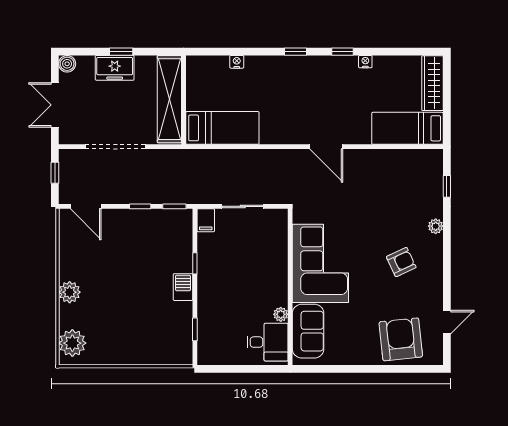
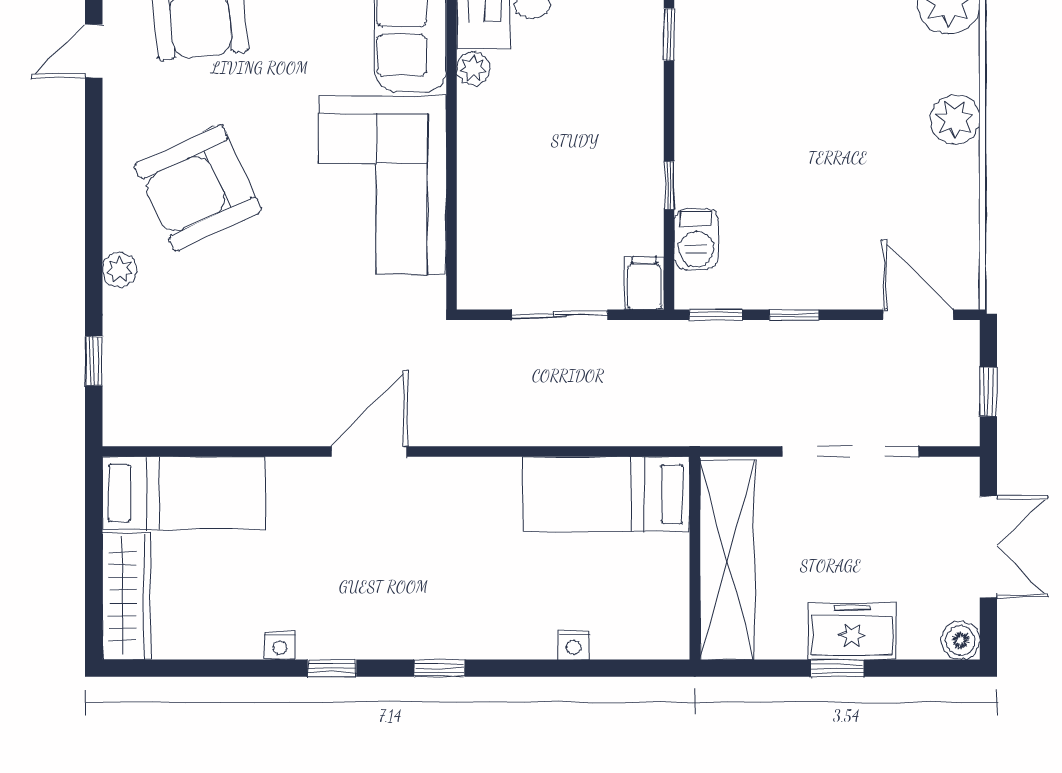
door: (326, 147) -> (369, 451), hinge flipped
armchair: (401, 262) -> (198, 188), width x1.88, depth x1.88
barbecue: (183, 287) -> (696, 239), moved

